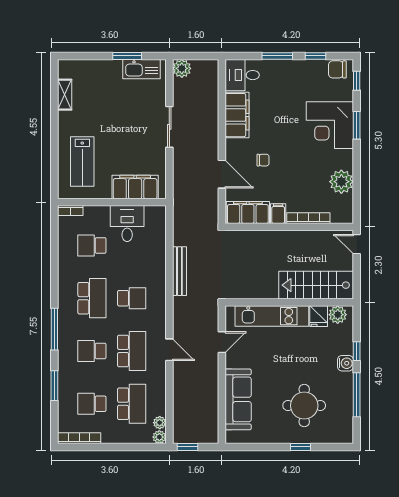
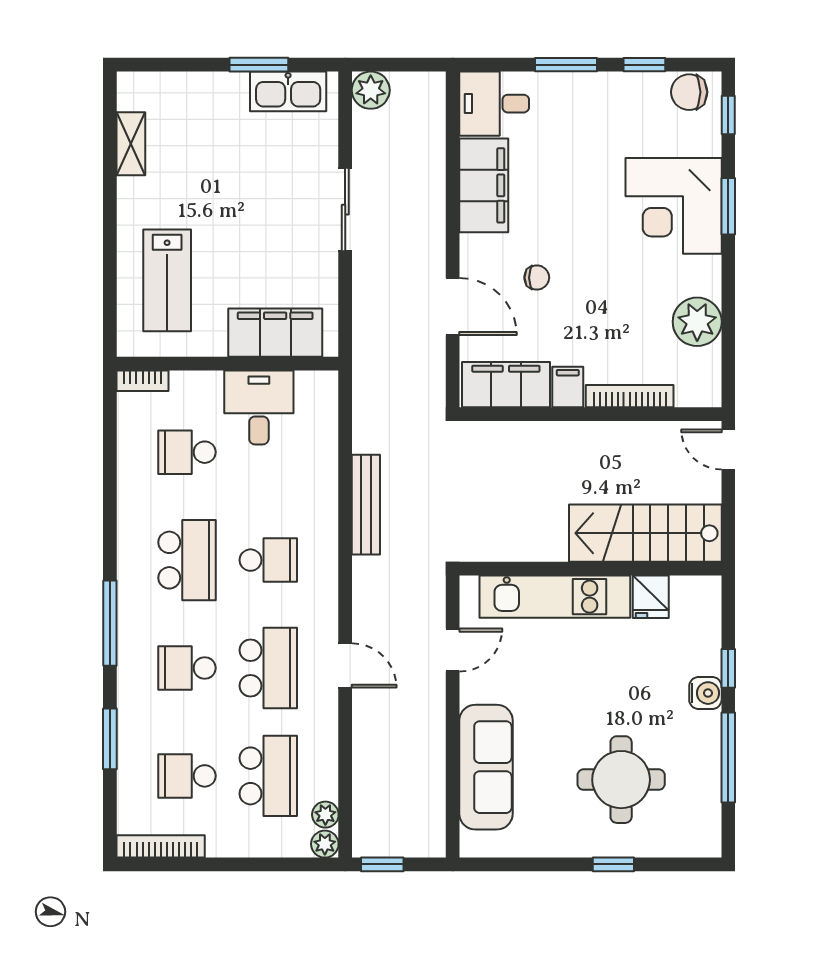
plant: (338, 315) -> (690, 594), removed

